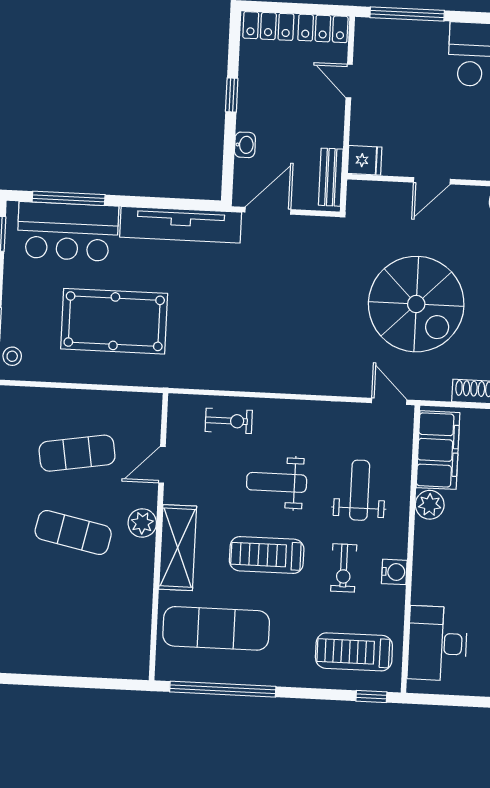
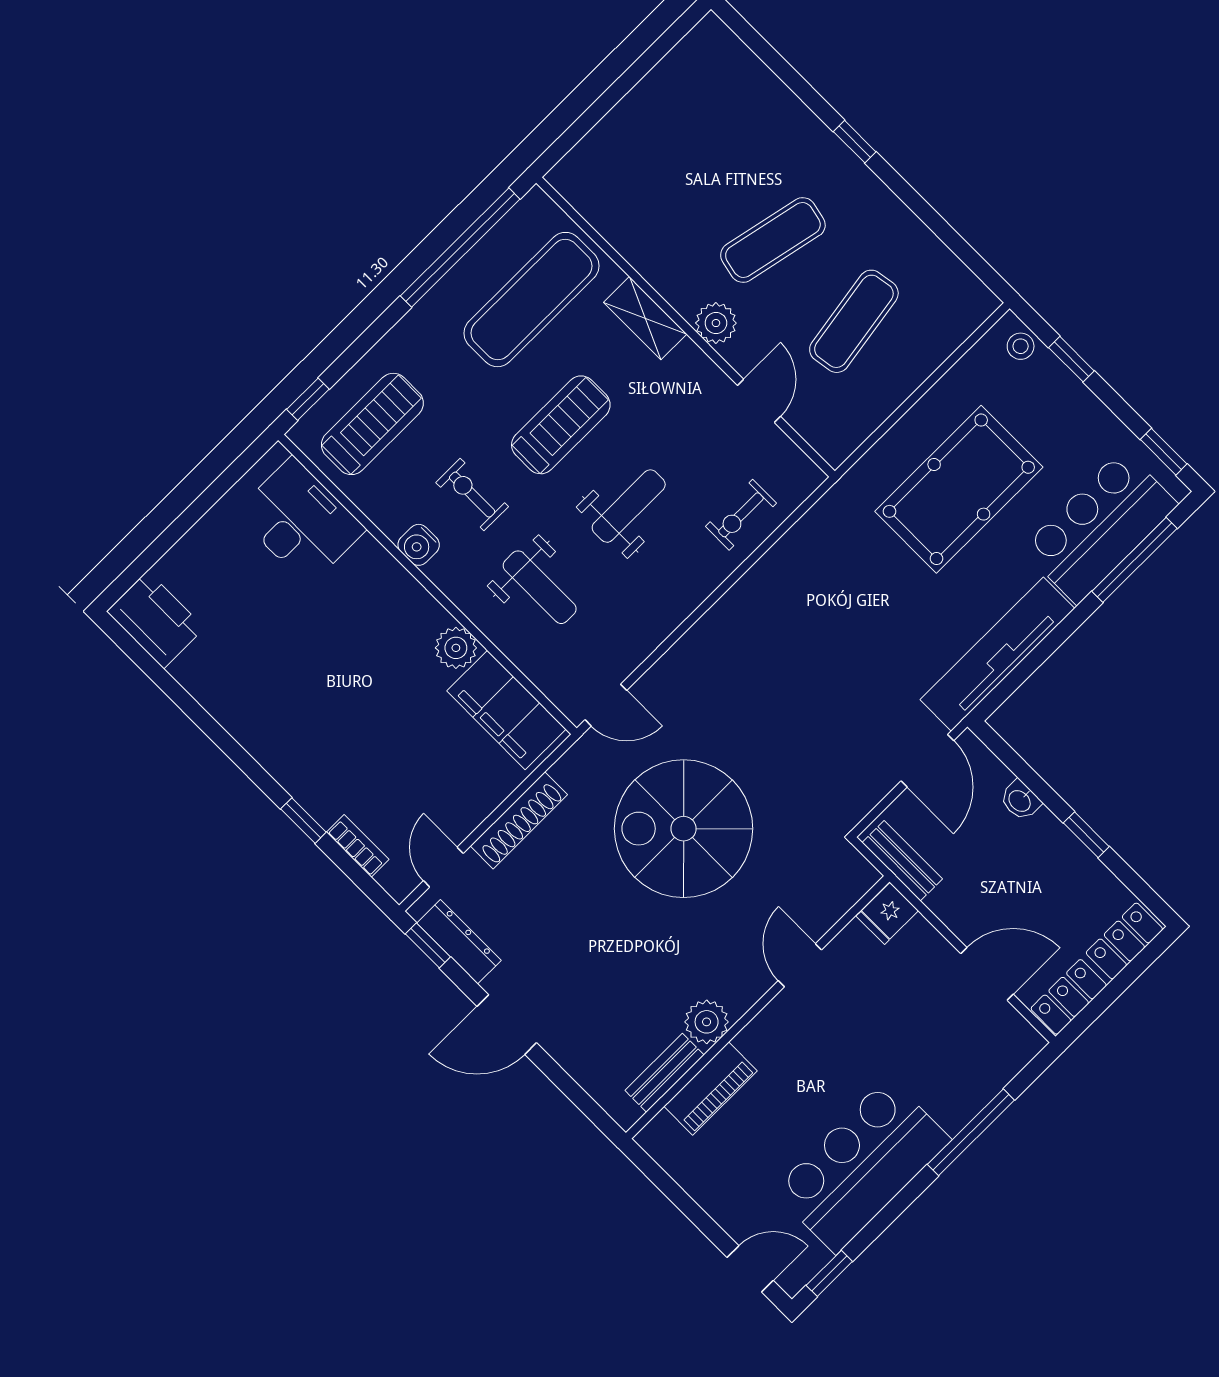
window: (407, 14) -> (971, 1132), moved
door: (349, 81) -> (987, 974), width x1.37
shelving: (178, 548) -> (645, 318), width x0.67, depth x0.75

